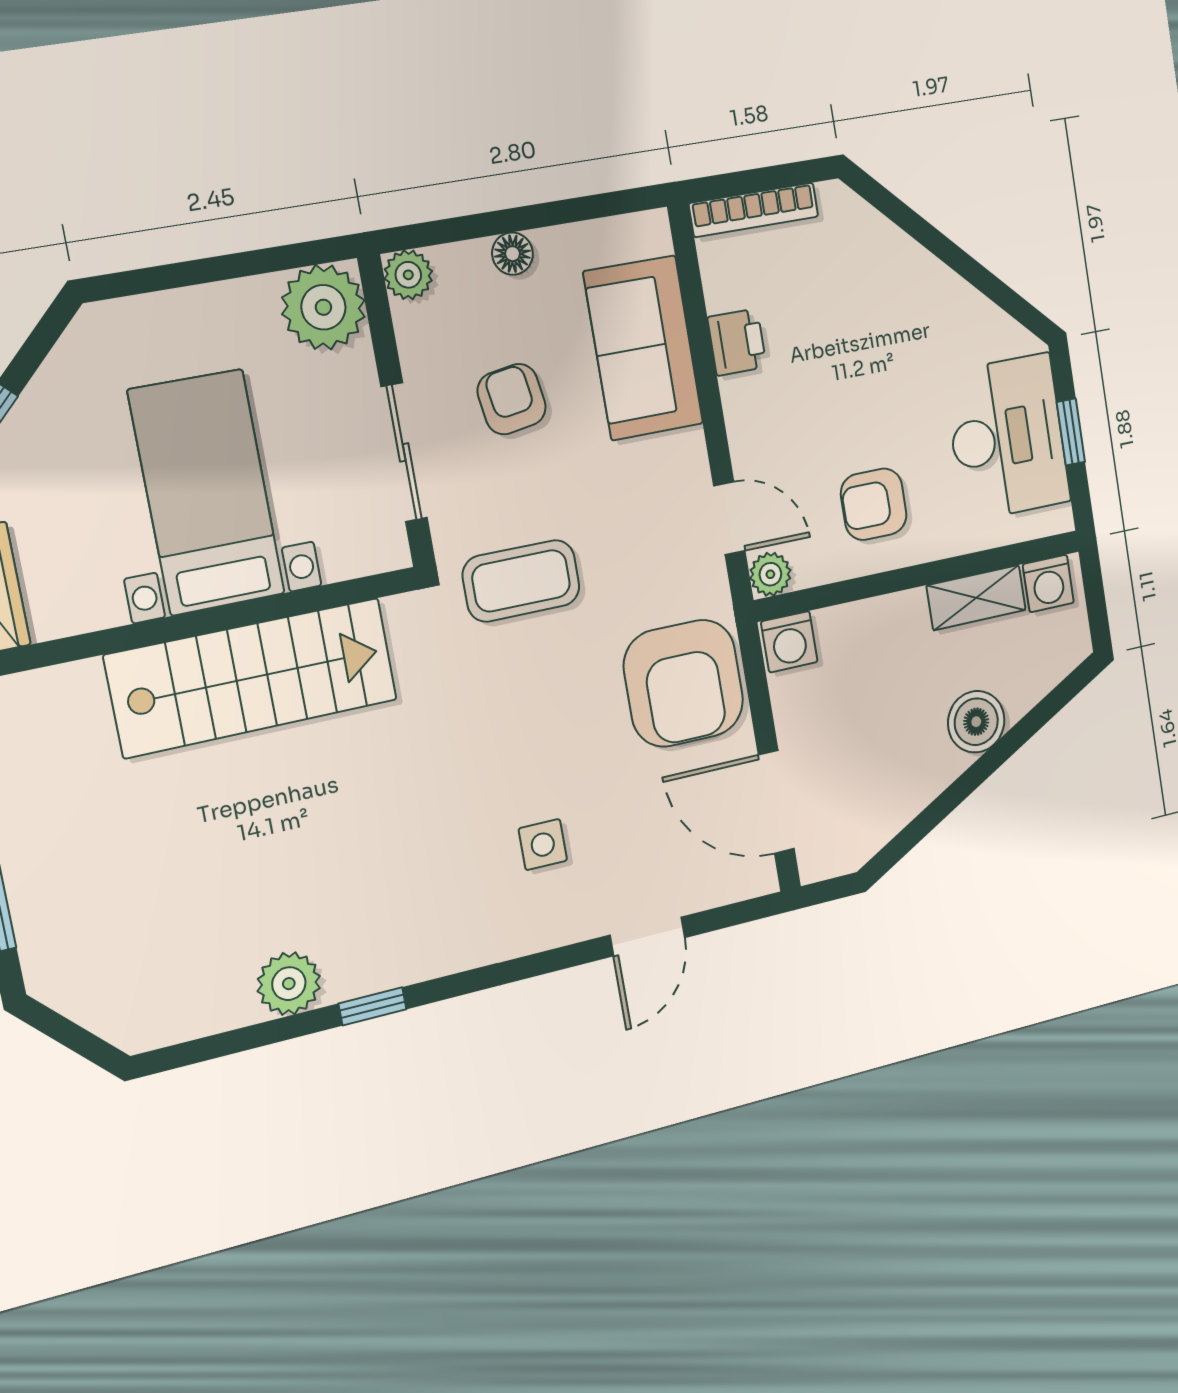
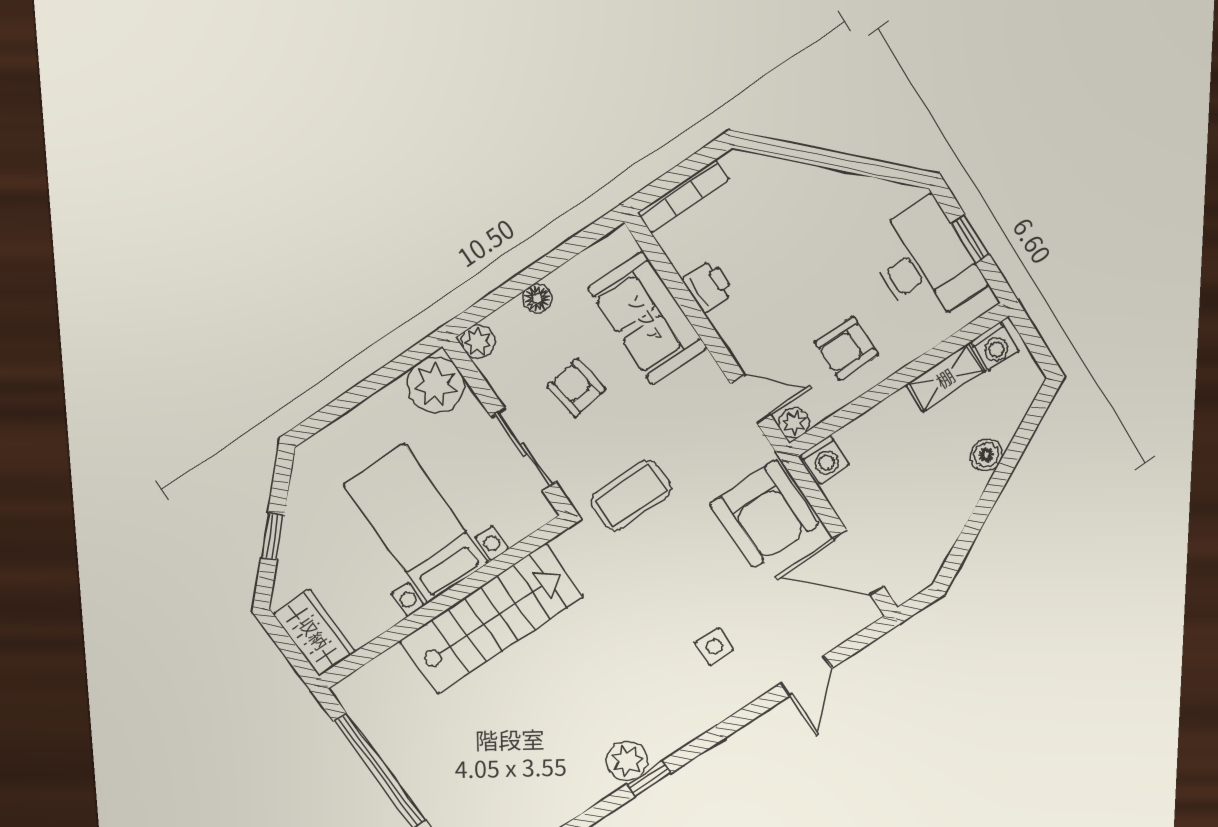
boiler: (976, 722) -> (986, 455), width x0.73, depth x0.73
plant: (289, 984) -> (627, 761), moved

